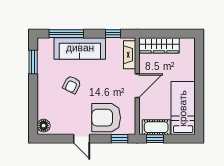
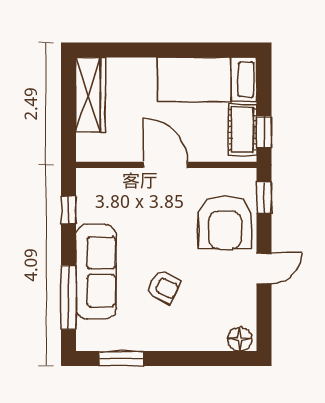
wardrobe: (159, 45) -> (90, 95), moved
fireplace: (130, 55) -> (108, 179), removed

